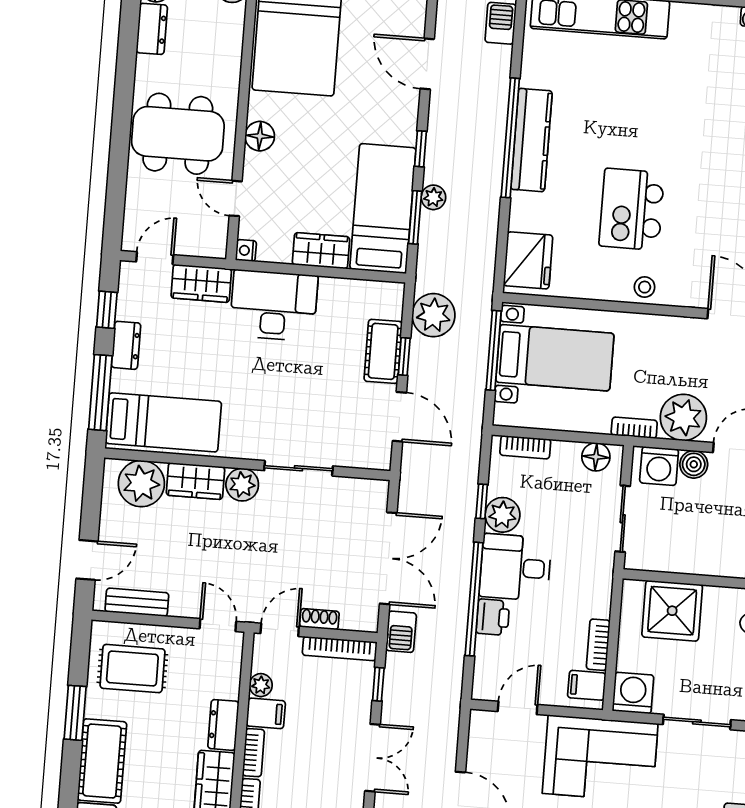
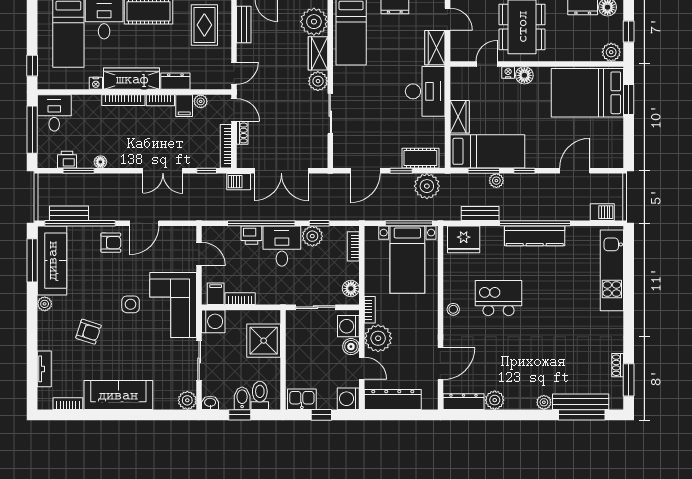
bench: (487, 229) -> (480, 213), added
nightstand: (246, 250) -> (508, 72), moved
cot: (383, 351) -> (420, 158), moved

